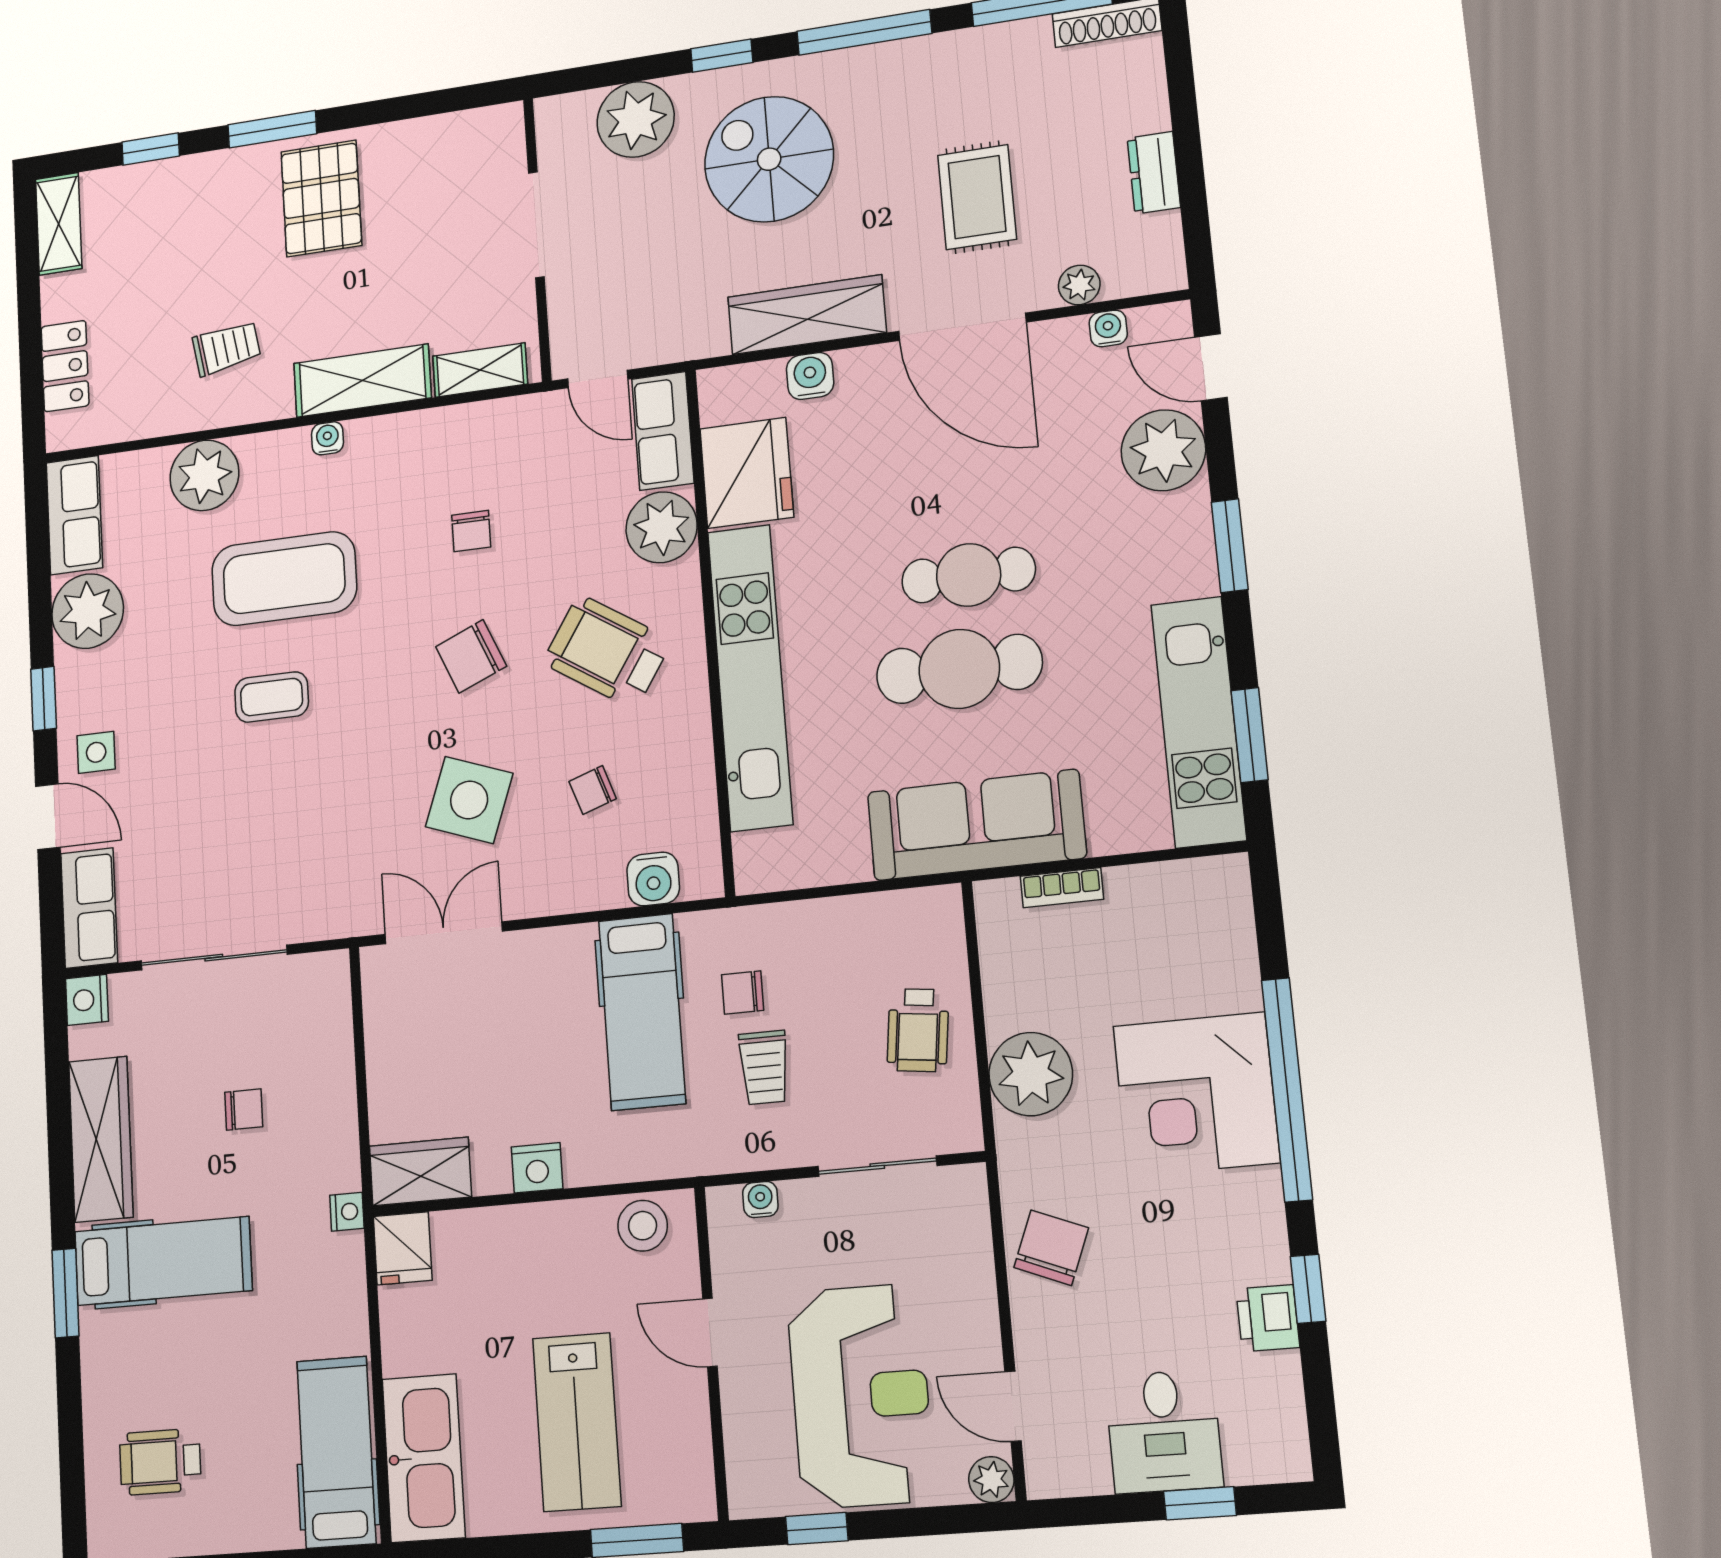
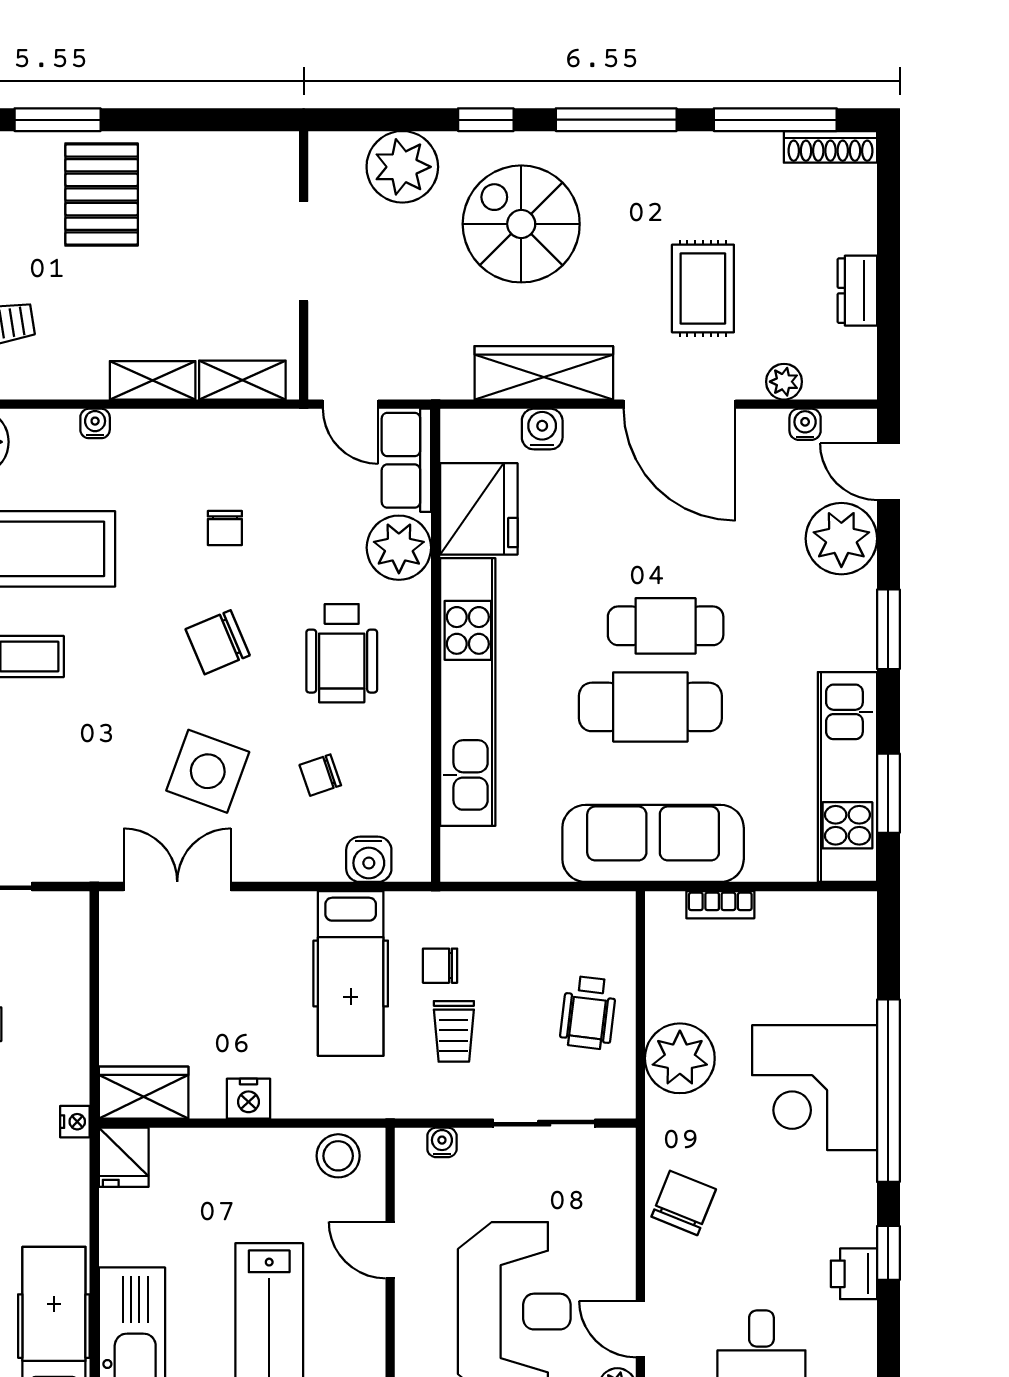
shelving: (362, 381) -> (153, 380), width x0.67, depth x0.75
wheelchair: (607, 652) -> (342, 653), turned -123

